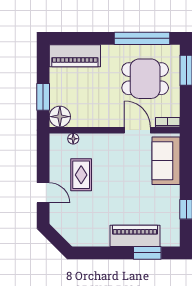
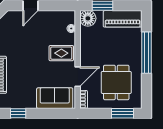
window: (142, 38) -> (146, 53), moved
piano: (75, 56) -> (123, 19), moved, turned -90
rug: (81, 175) -> (61, 53), moved

